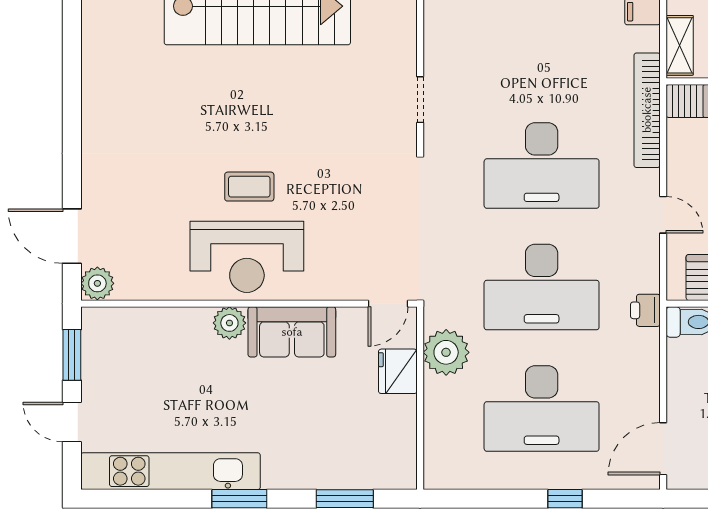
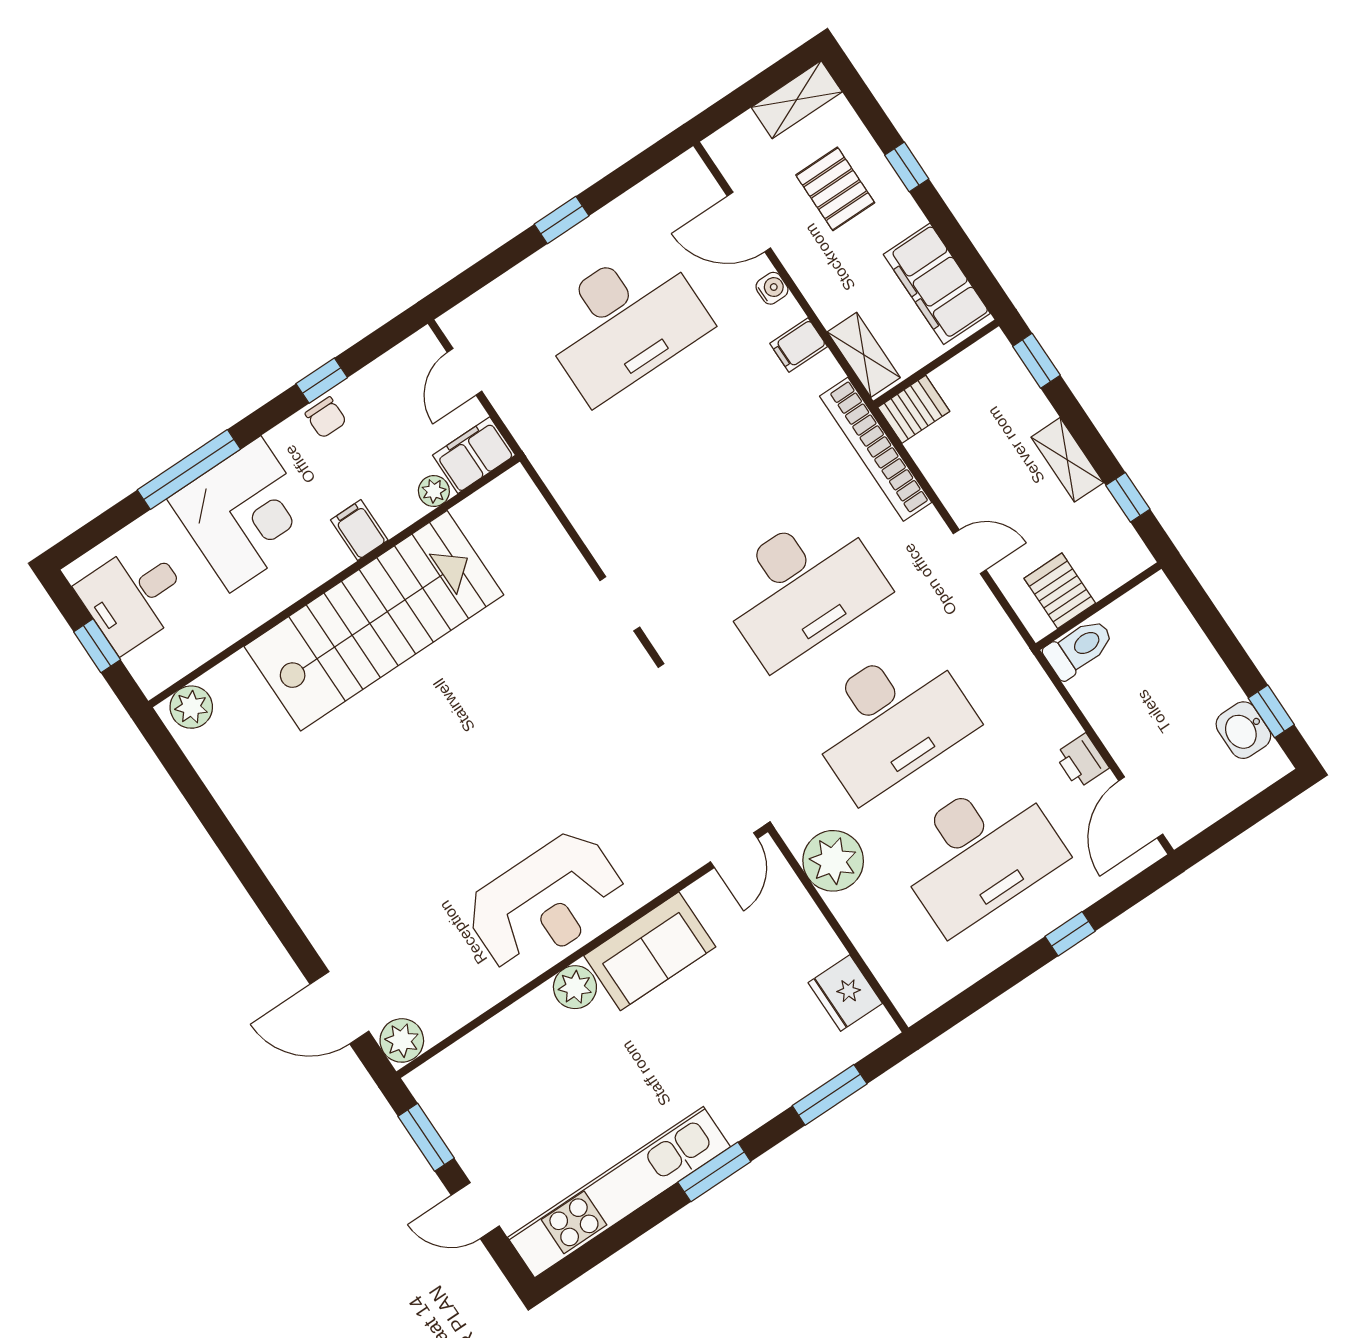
coffee table: (249, 187) -> (497, 824), removed
printer: (645, 310) -> (1082, 761), moved
fridge: (398, 371) -> (845, 993), moved

